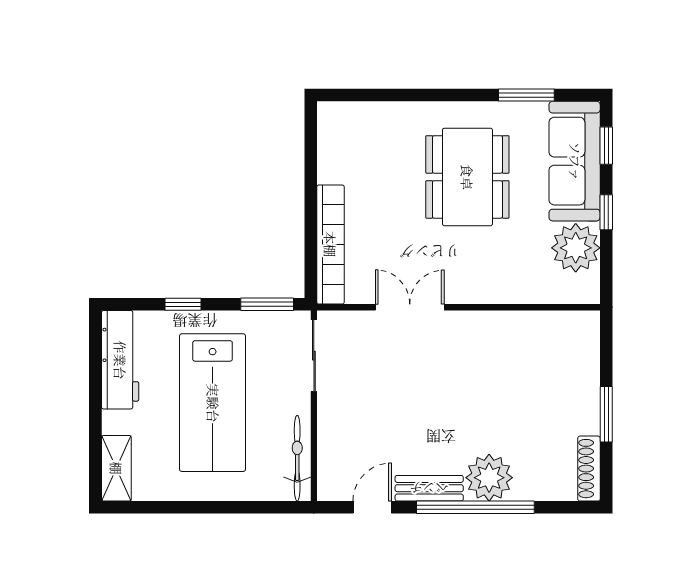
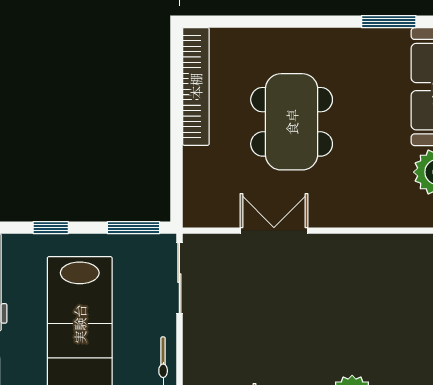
dining table: (467, 177) -> (292, 122), moved
bookcase: (330, 244) -> (196, 86), moved

